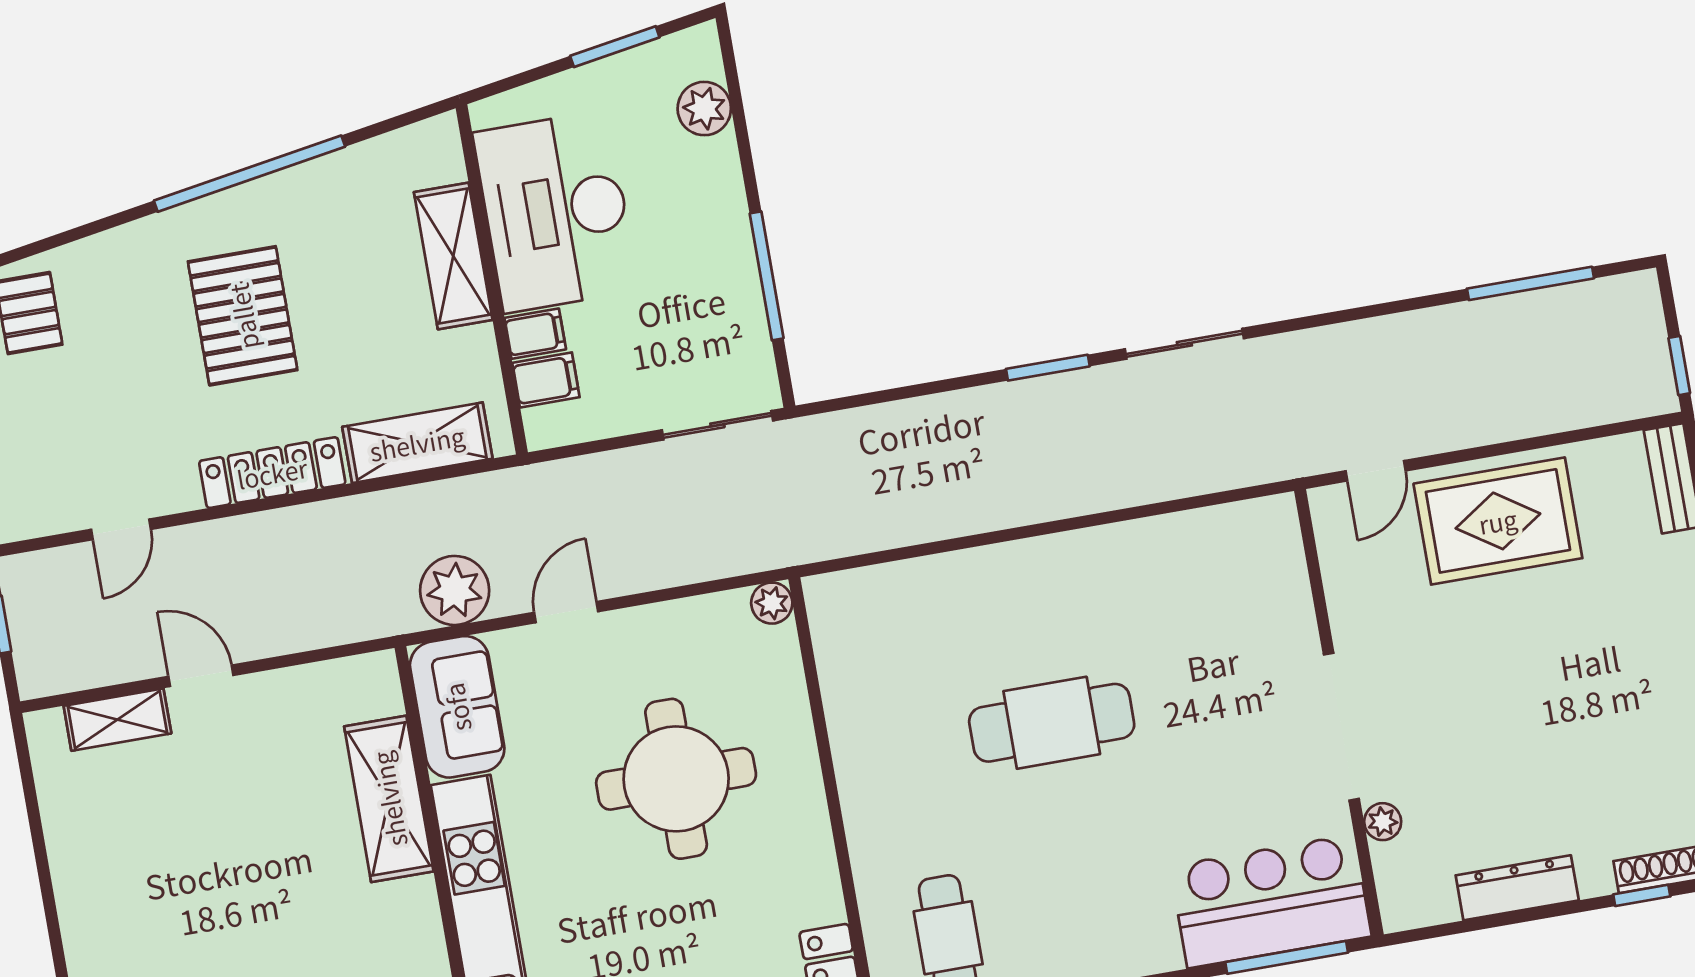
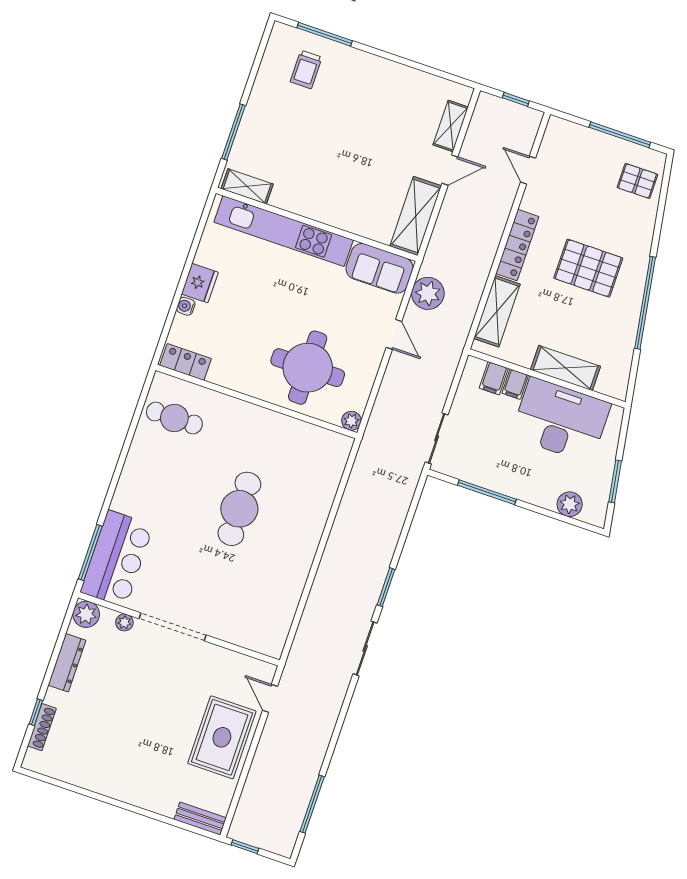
round table: (676, 779) -> (308, 368), moved
shelving: (389, 799) -> (416, 216), moved, turned 90
plant: (1407, 902) -> (86, 614), added

